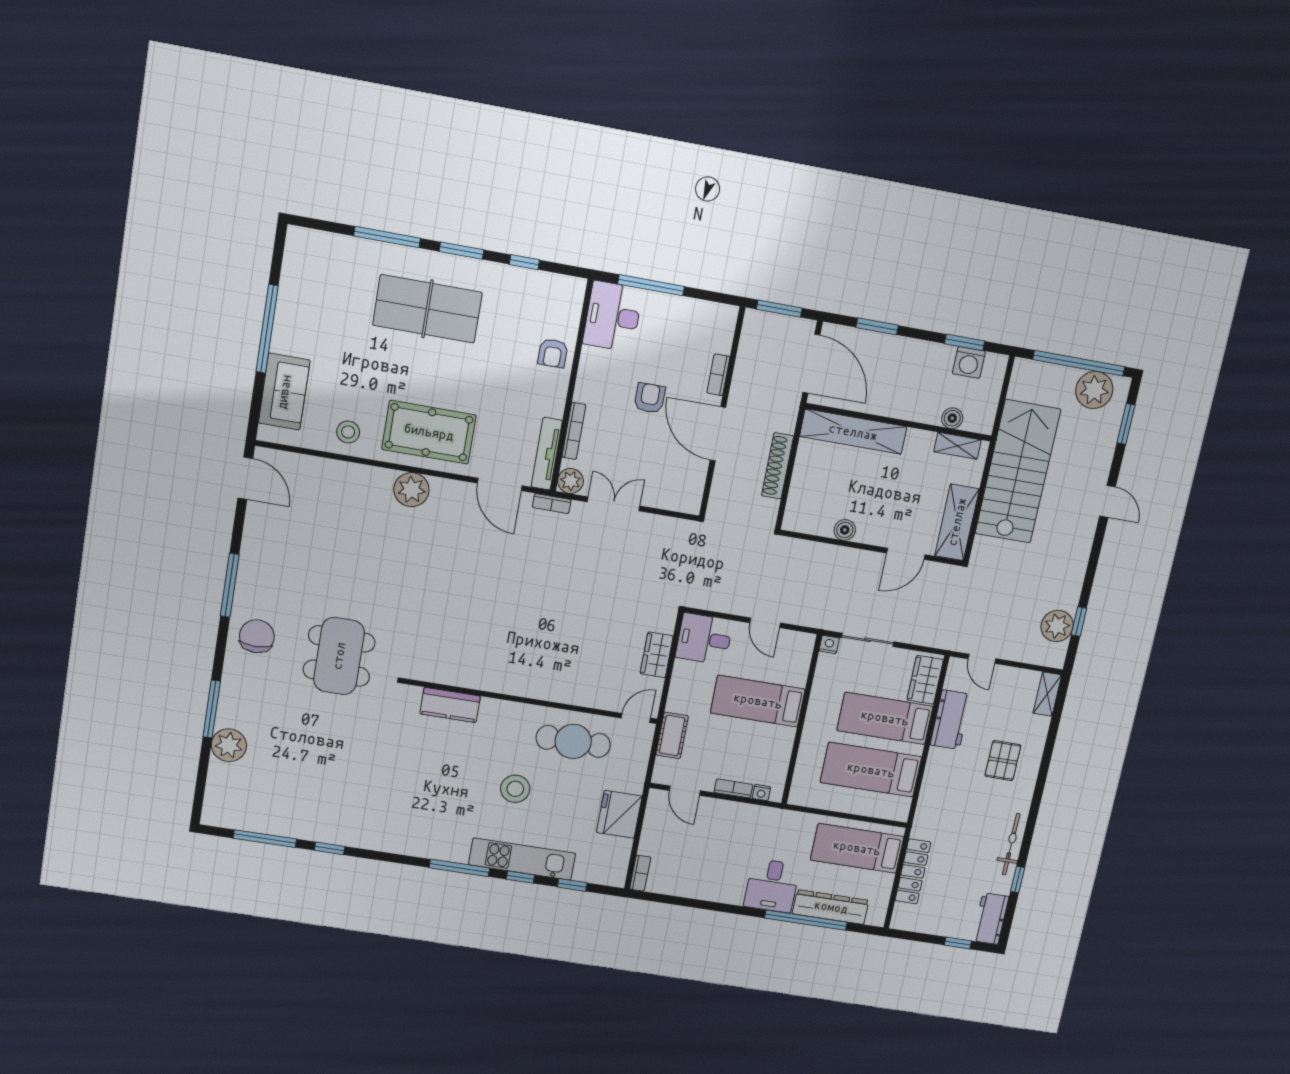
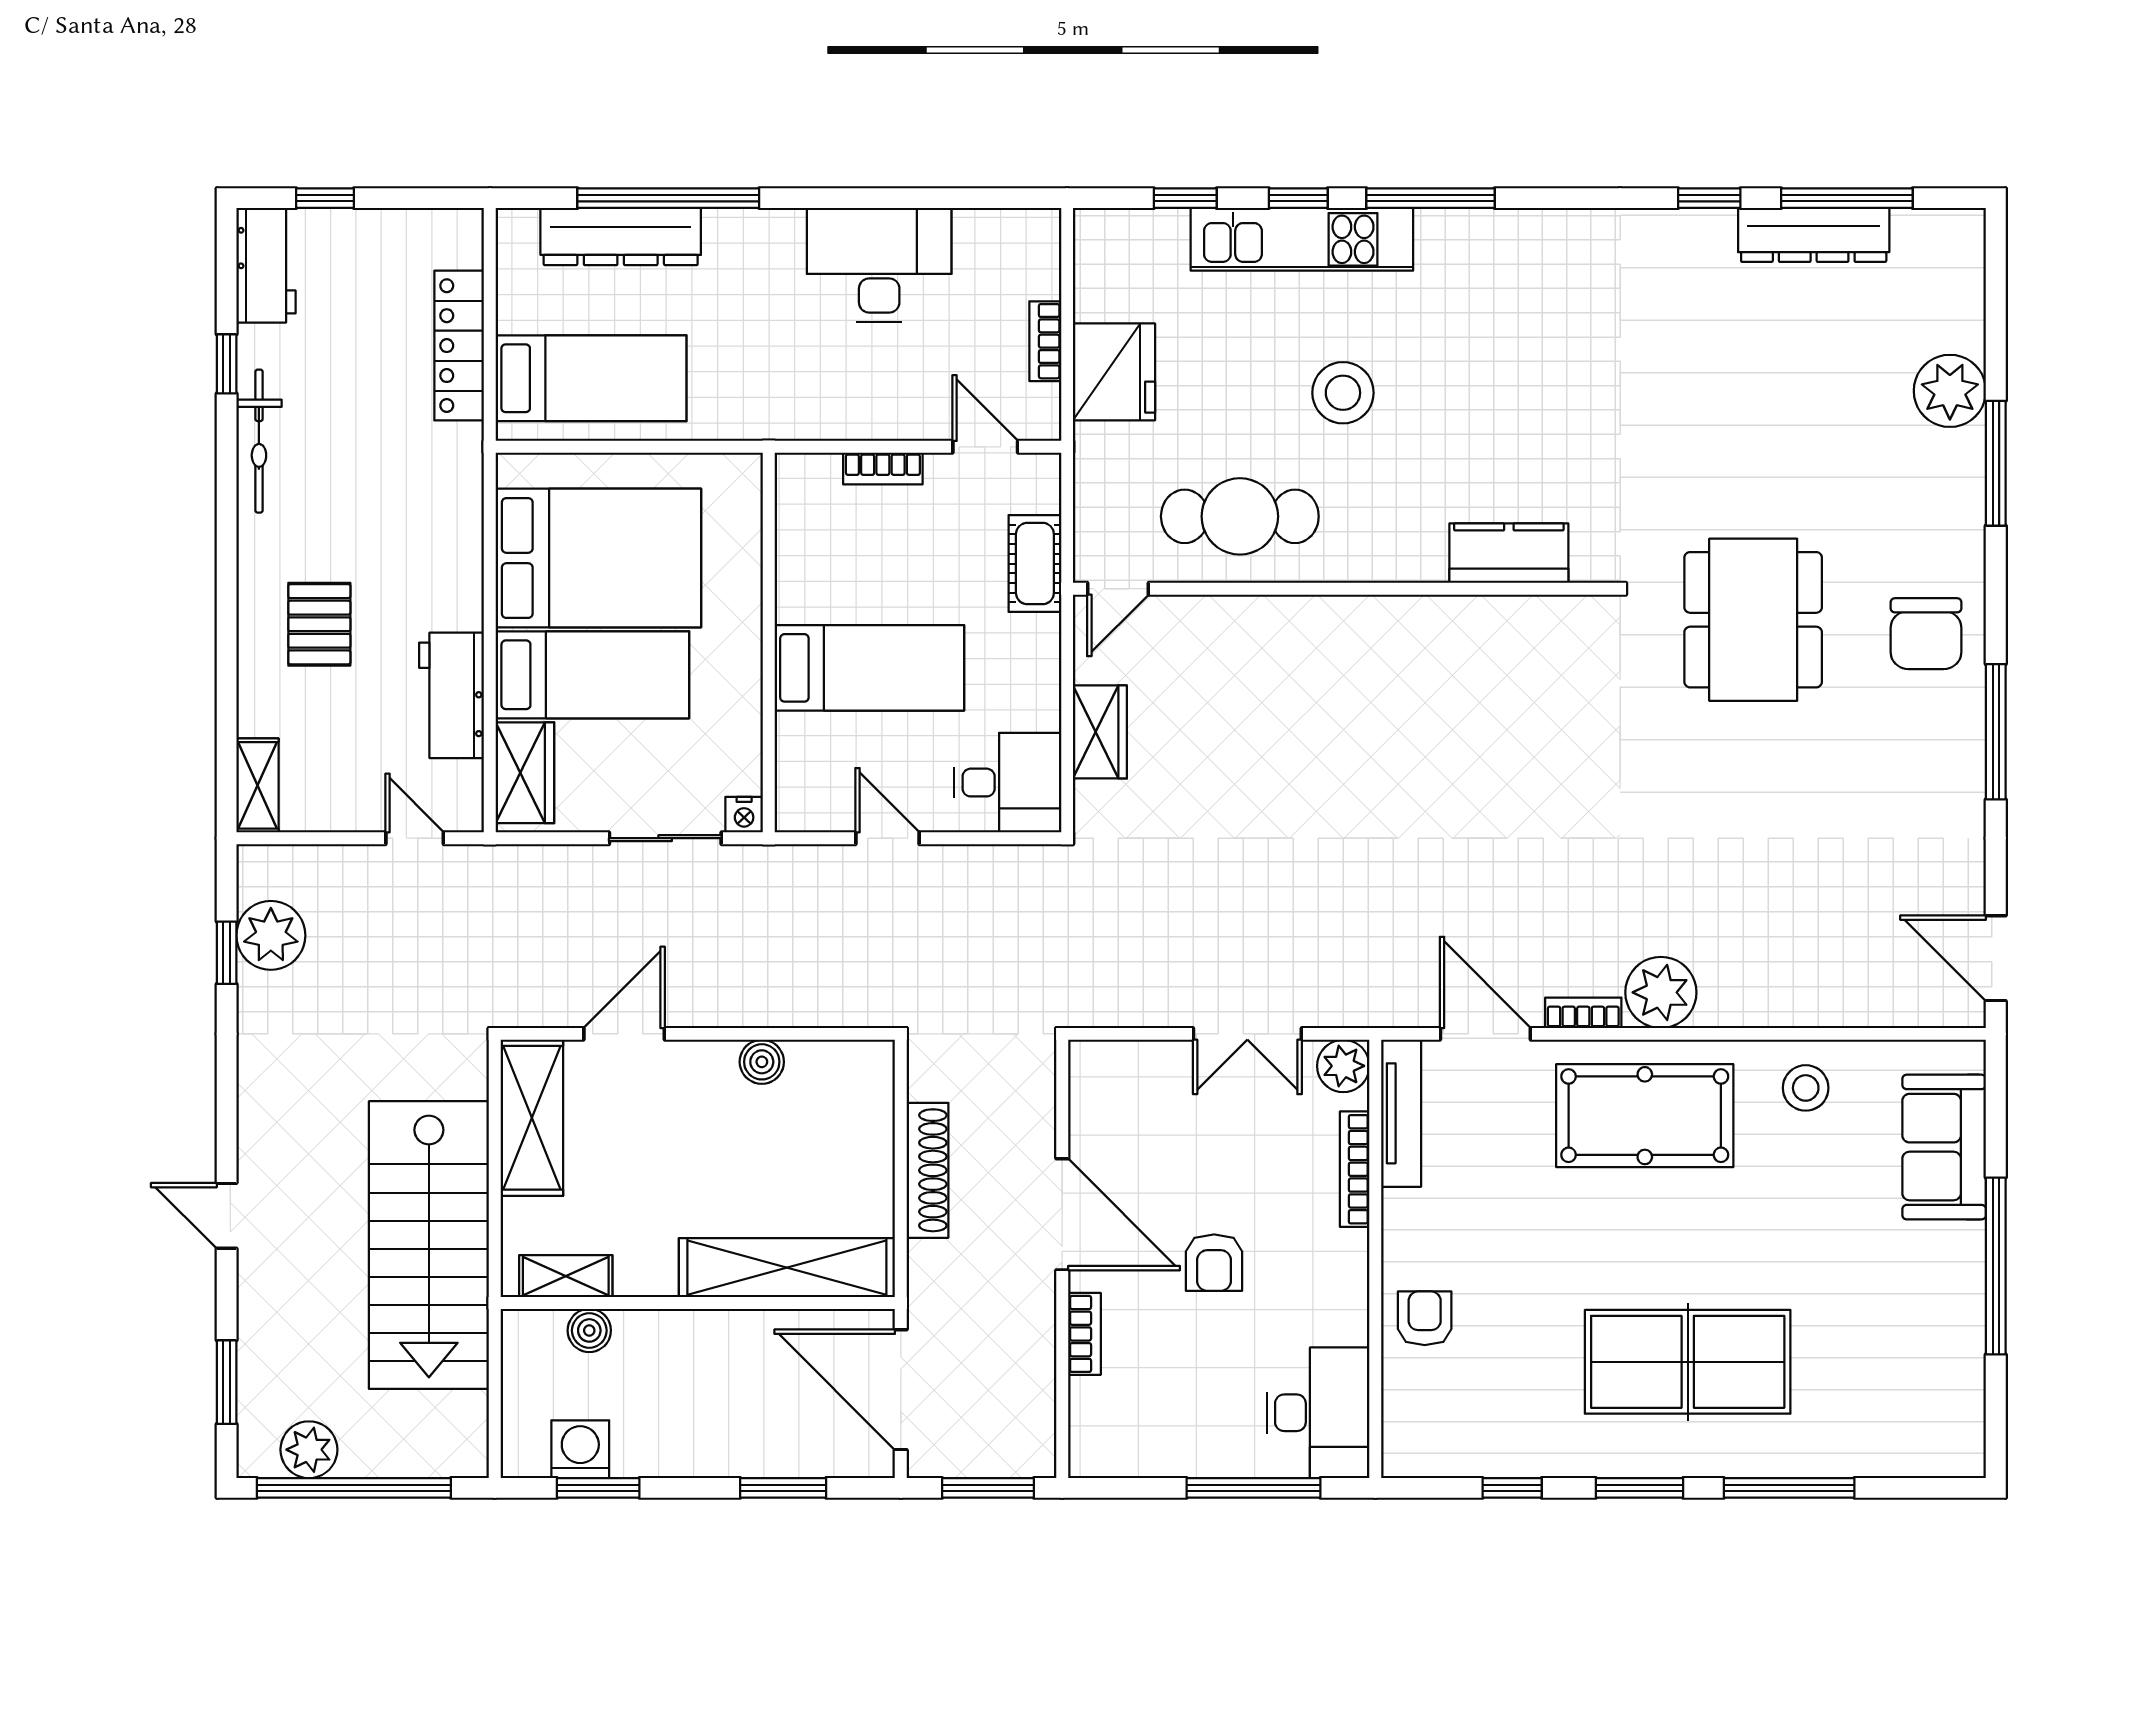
plant: (1094, 390) -> (309, 1450), width x0.73, depth x0.73
bookcase: (552, 504) -> (1583, 1013), moved
bed: (871, 770) -> (598, 558), width x1.50
nightstand: (761, 793) -> (822, 469), removed
dresser: (283, 825) -> (1814, 235), added
bookcase: (640, 873) -> (1045, 341), moved
desk: (772, 886) -> (879, 265), moved, width x1.37

